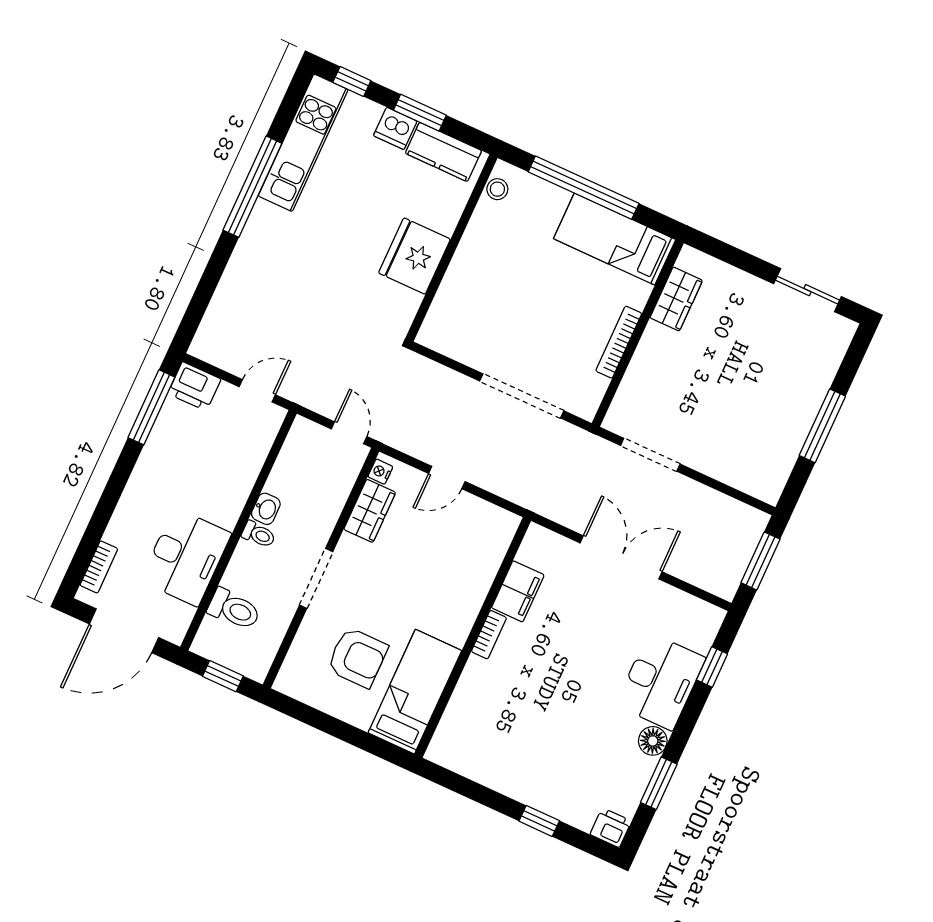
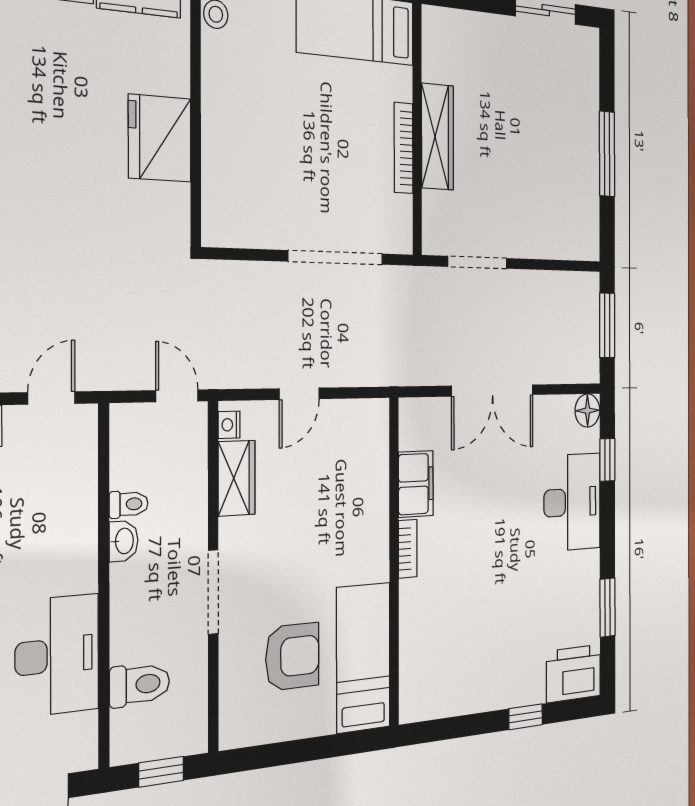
wardrobe: (676, 299) -> (438, 137), moved, width x1.50
toilet: (259, 534) -> (129, 504), moved
double door: (621, 557) -> (493, 390), swing flipped
floor lamp: (653, 741) -> (587, 411), moved
printer: (611, 828) -> (574, 673), width x1.87, depth x1.48

